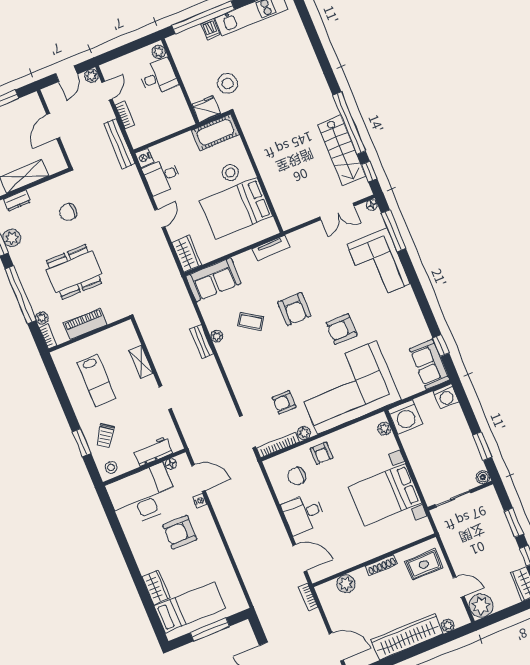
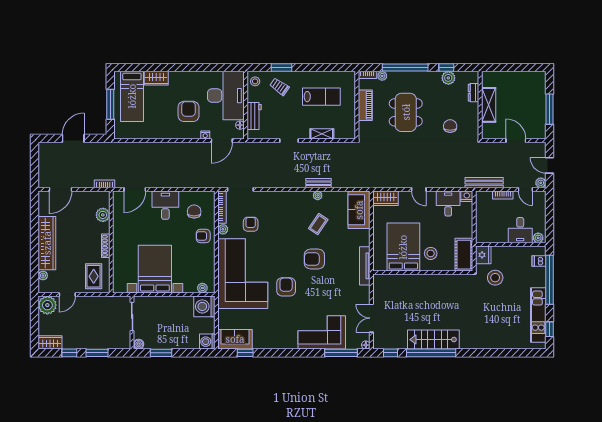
dishwasher: (210, 29) -> (539, 261), moved
stairs: (342, 151) -> (433, 340), moved
tv unit: (271, 248) -> (365, 266), width x1.41
lab bench: (97, 381) -> (321, 97), turned 180

